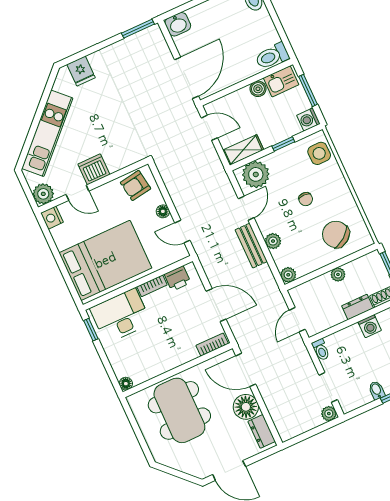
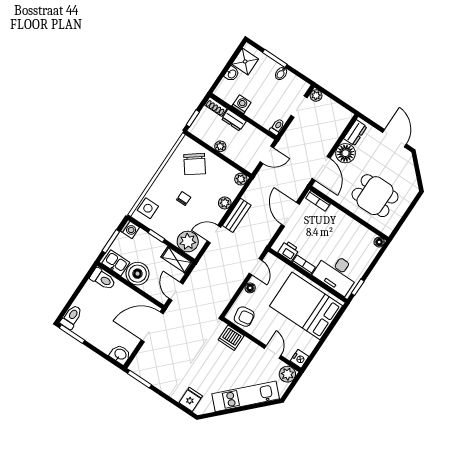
boiler: (258, 89) -> (137, 274), width x1.86, depth x1.86
dishwasher: (94, 169) -> (231, 338), moved
dining table: (179, 410) -> (375, 196), width x0.73

